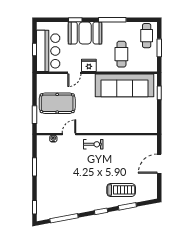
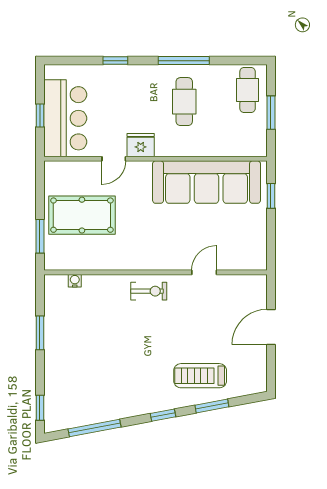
booth: (85, 33) -> (134, 85), removed
cafe table: (121, 54) -> (184, 102), moved
door: (69, 134) -> (204, 272), moved
treadmill: (121, 190) -> (200, 376), turned 180

